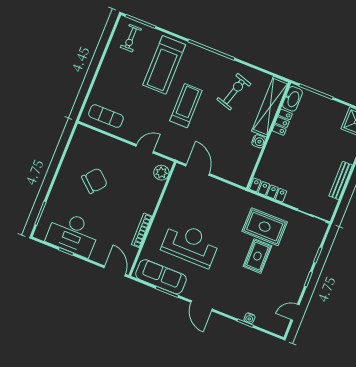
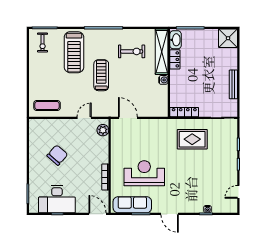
exercise bike: (234, 92) -> (132, 51), turned 73
rug: (257, 256) -> (195, 162), removed

